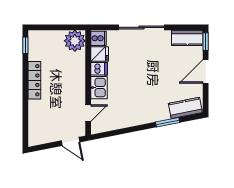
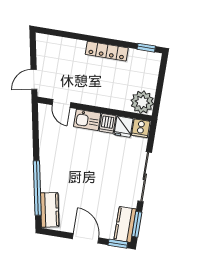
window: (185, 27) -> (137, 224), added
window: (168, 122) -> (37, 188), width x2.11

